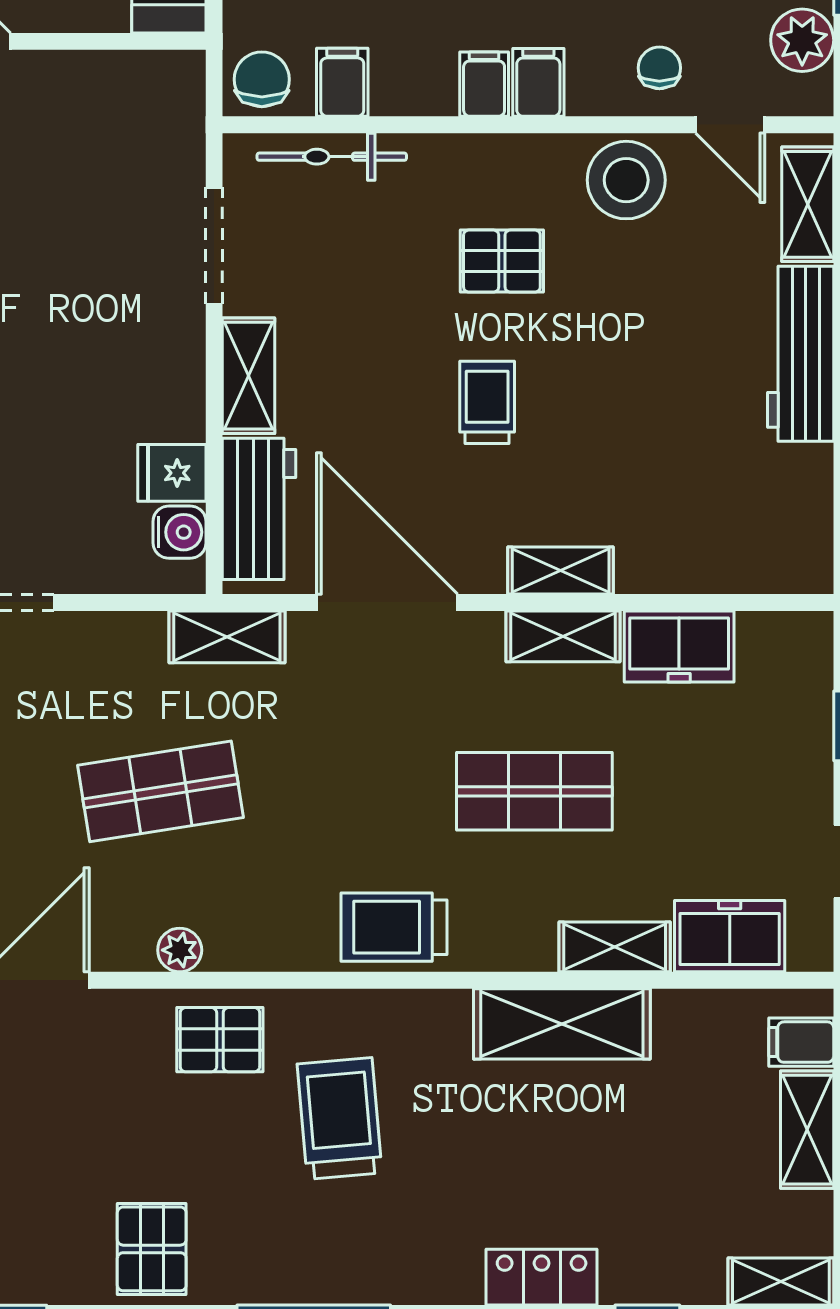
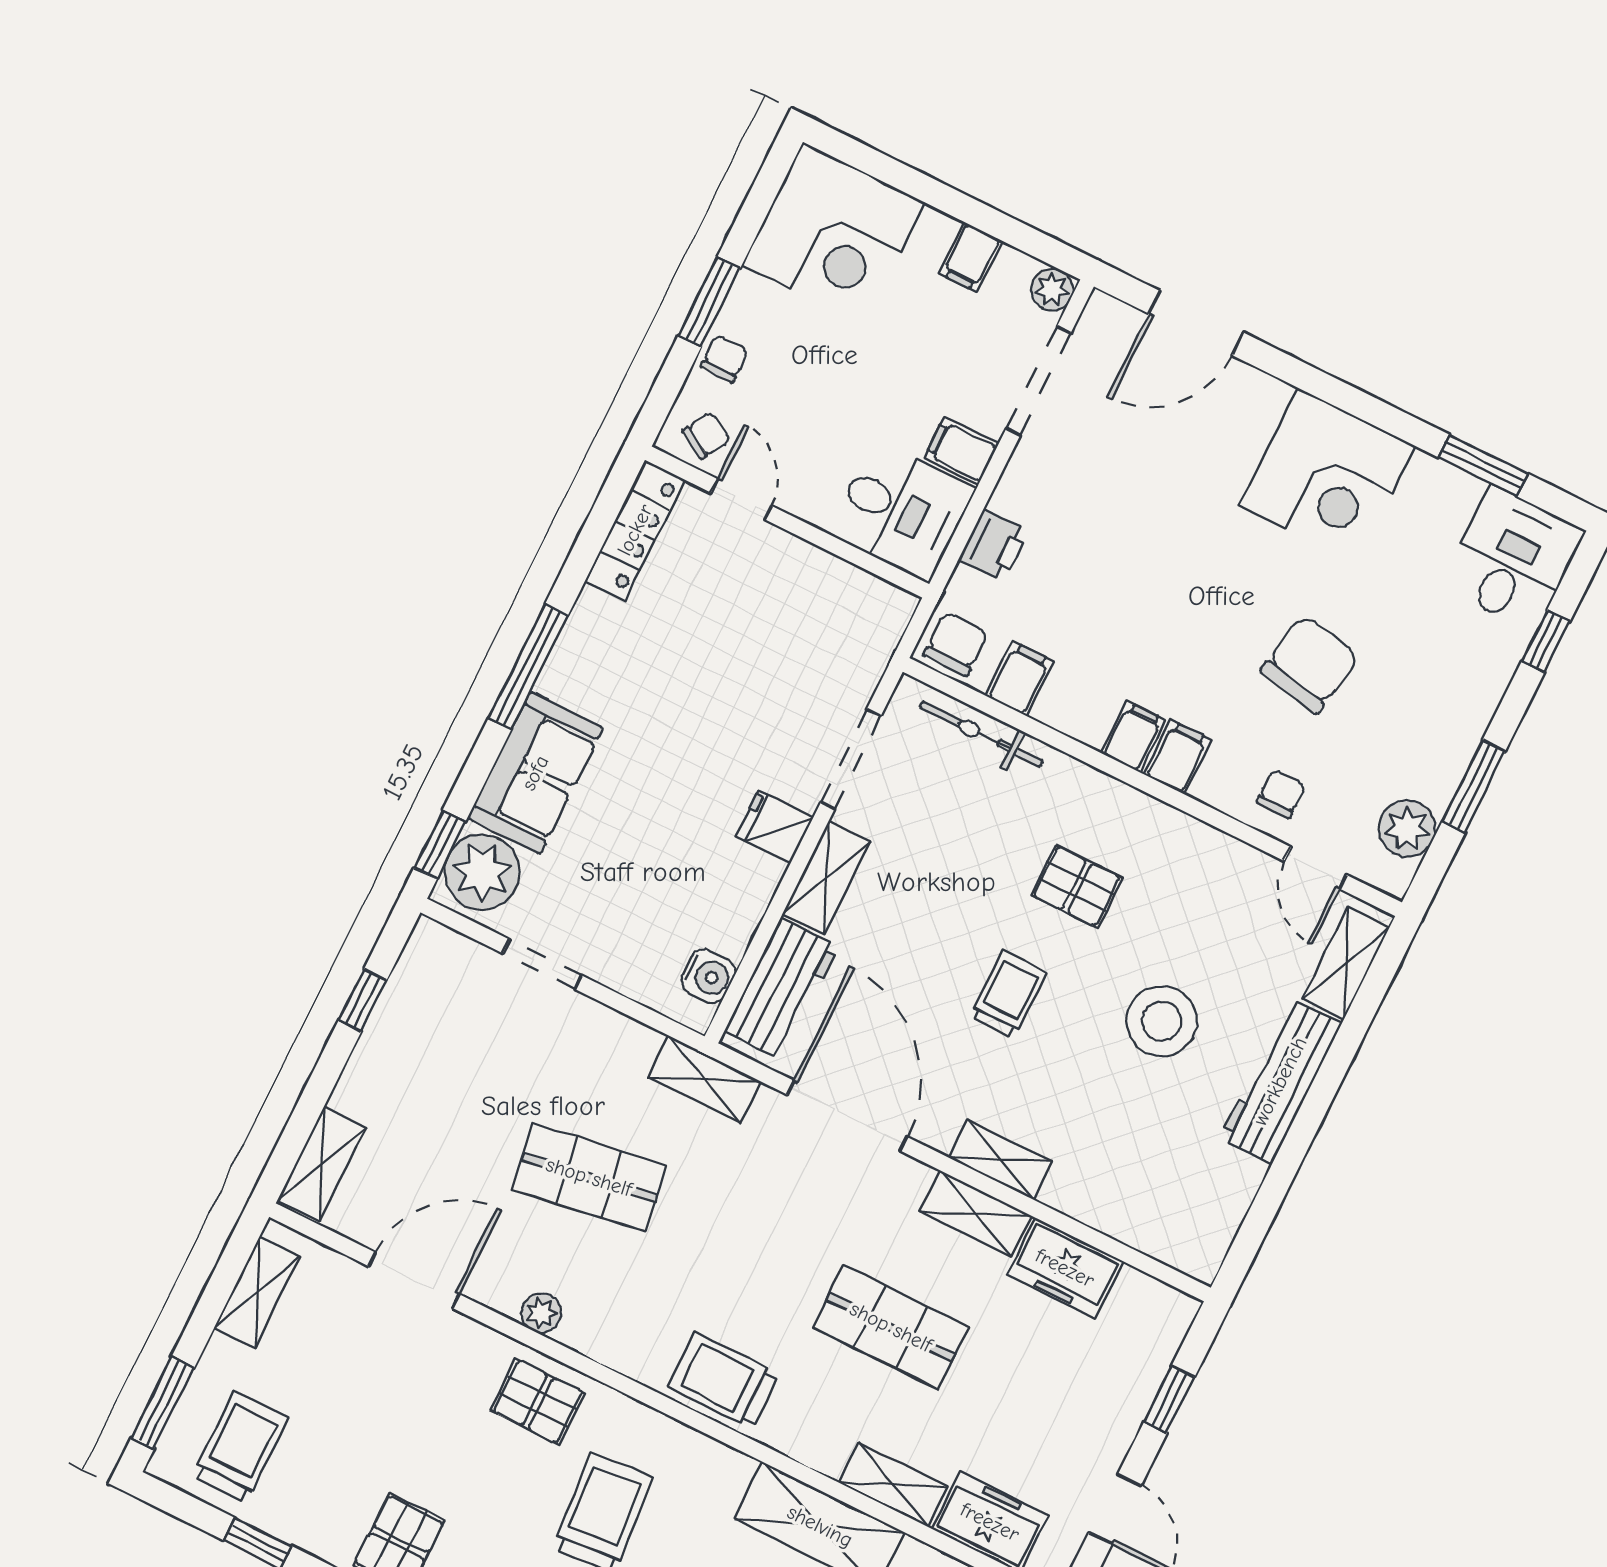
stool: (626, 180) -> (1162, 1021), moved
fridge: (172, 473) -> (775, 827), moved

